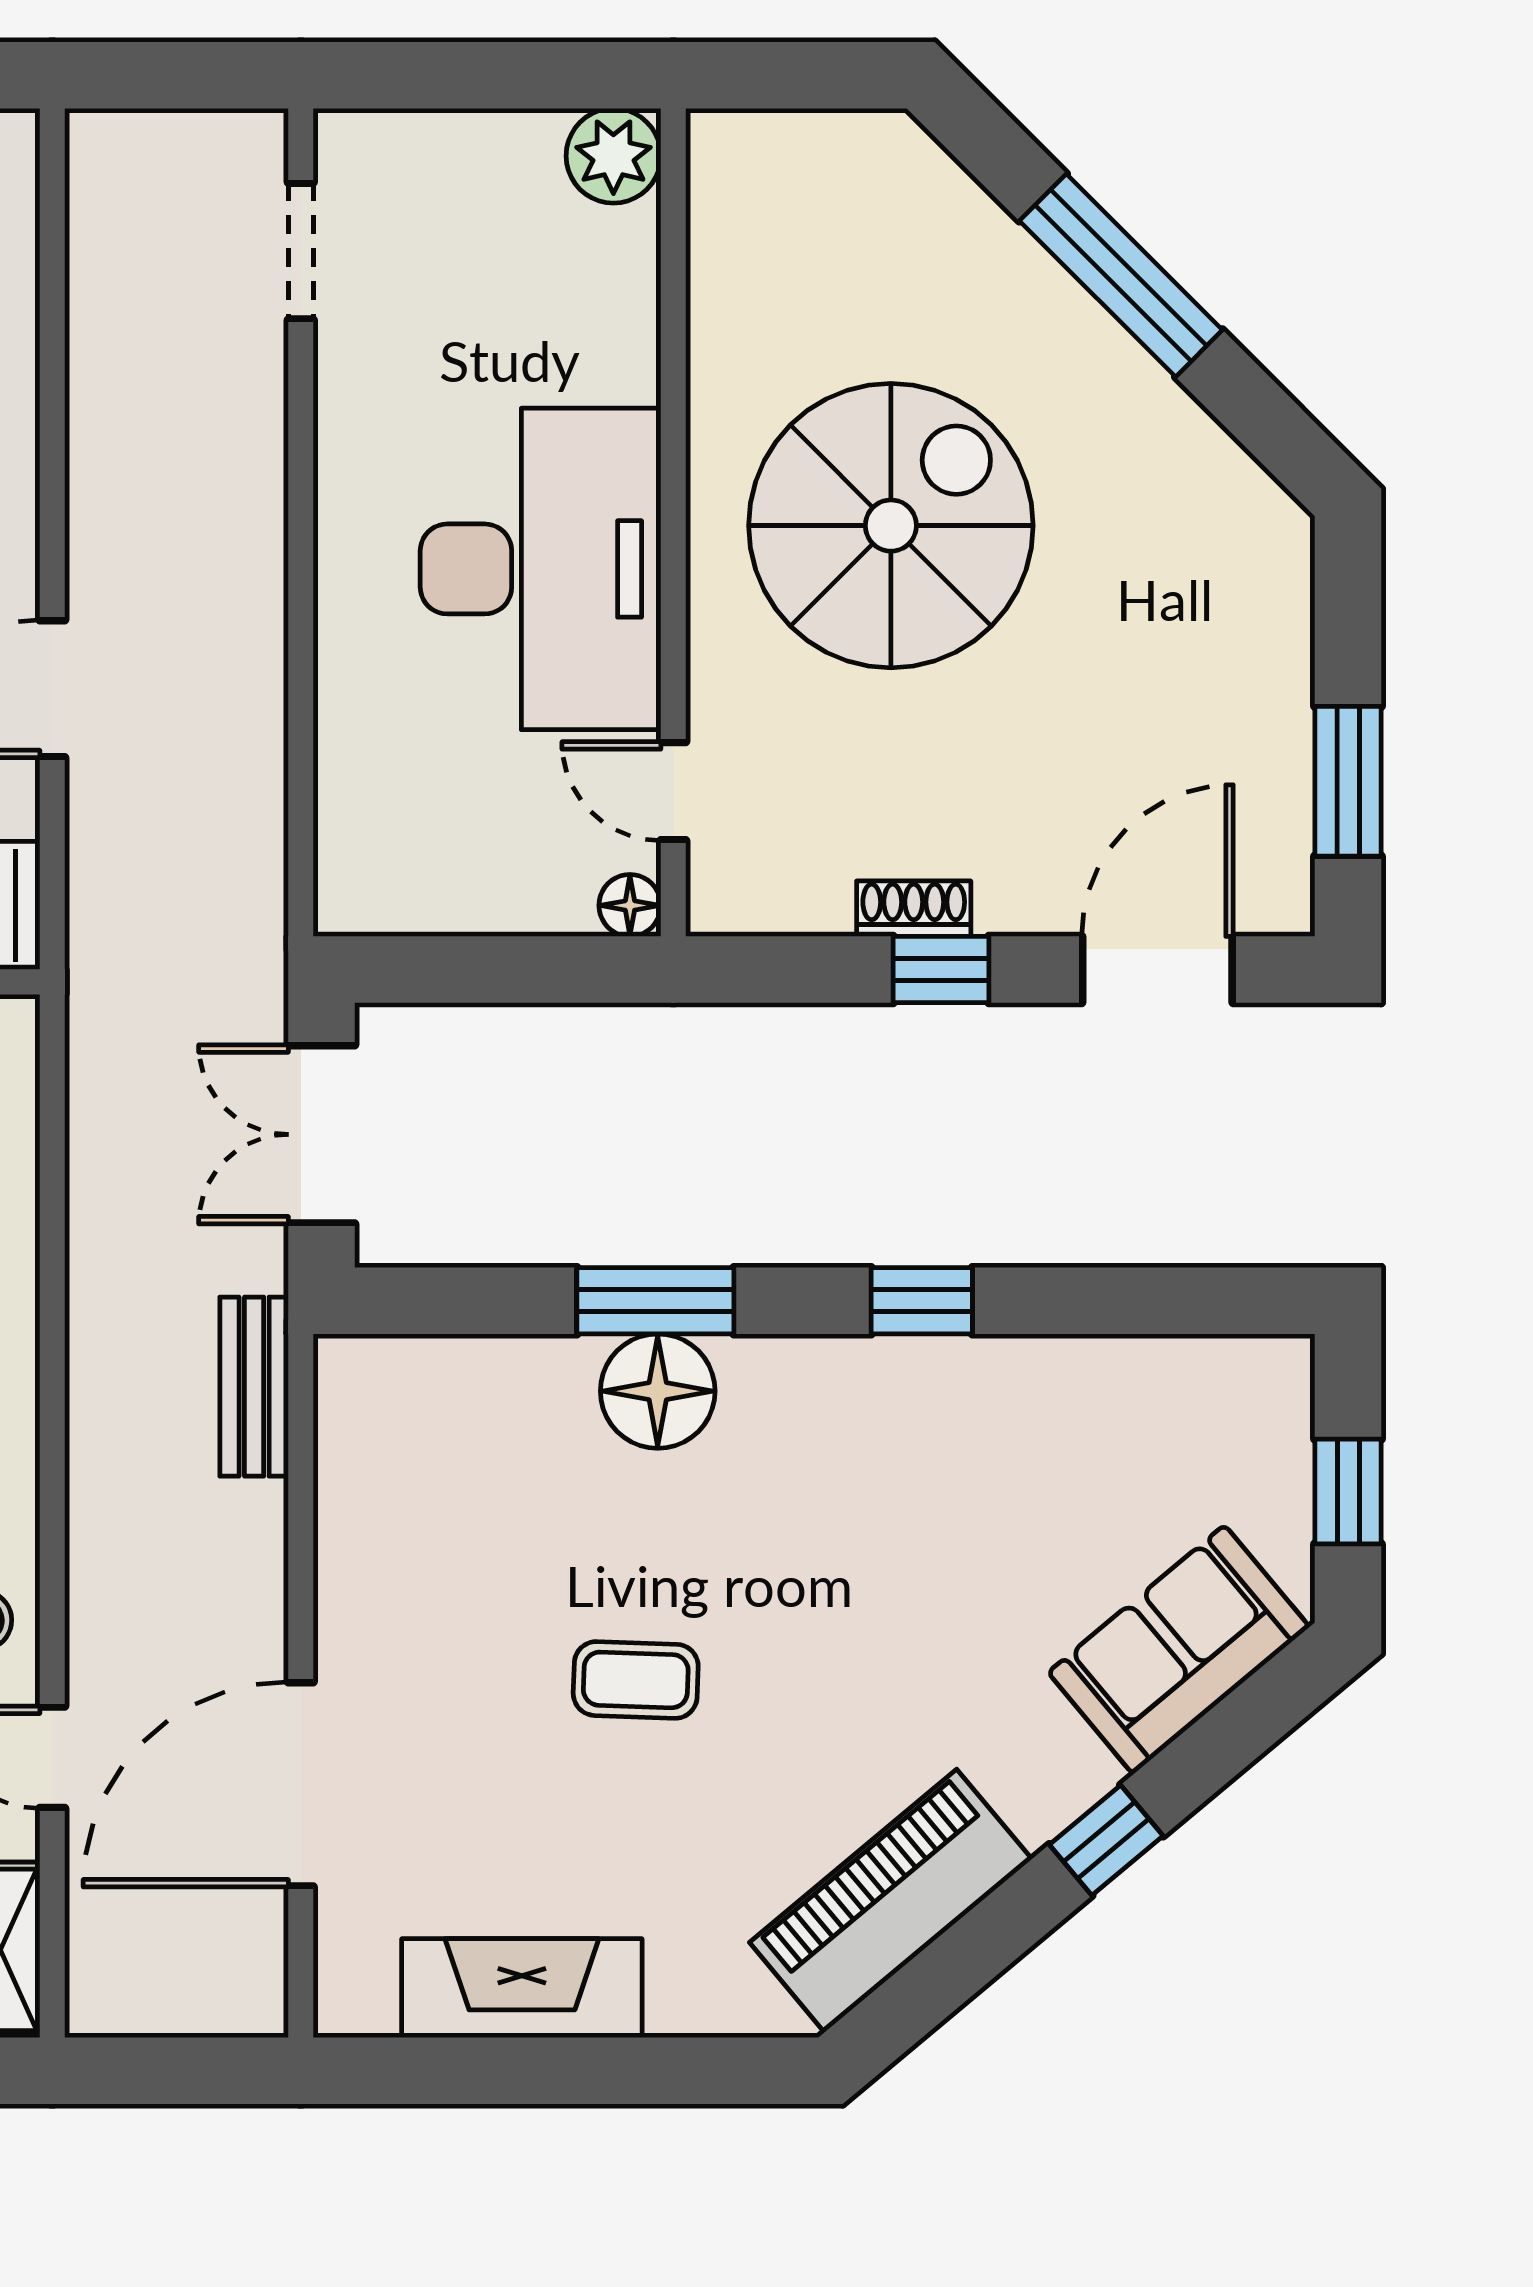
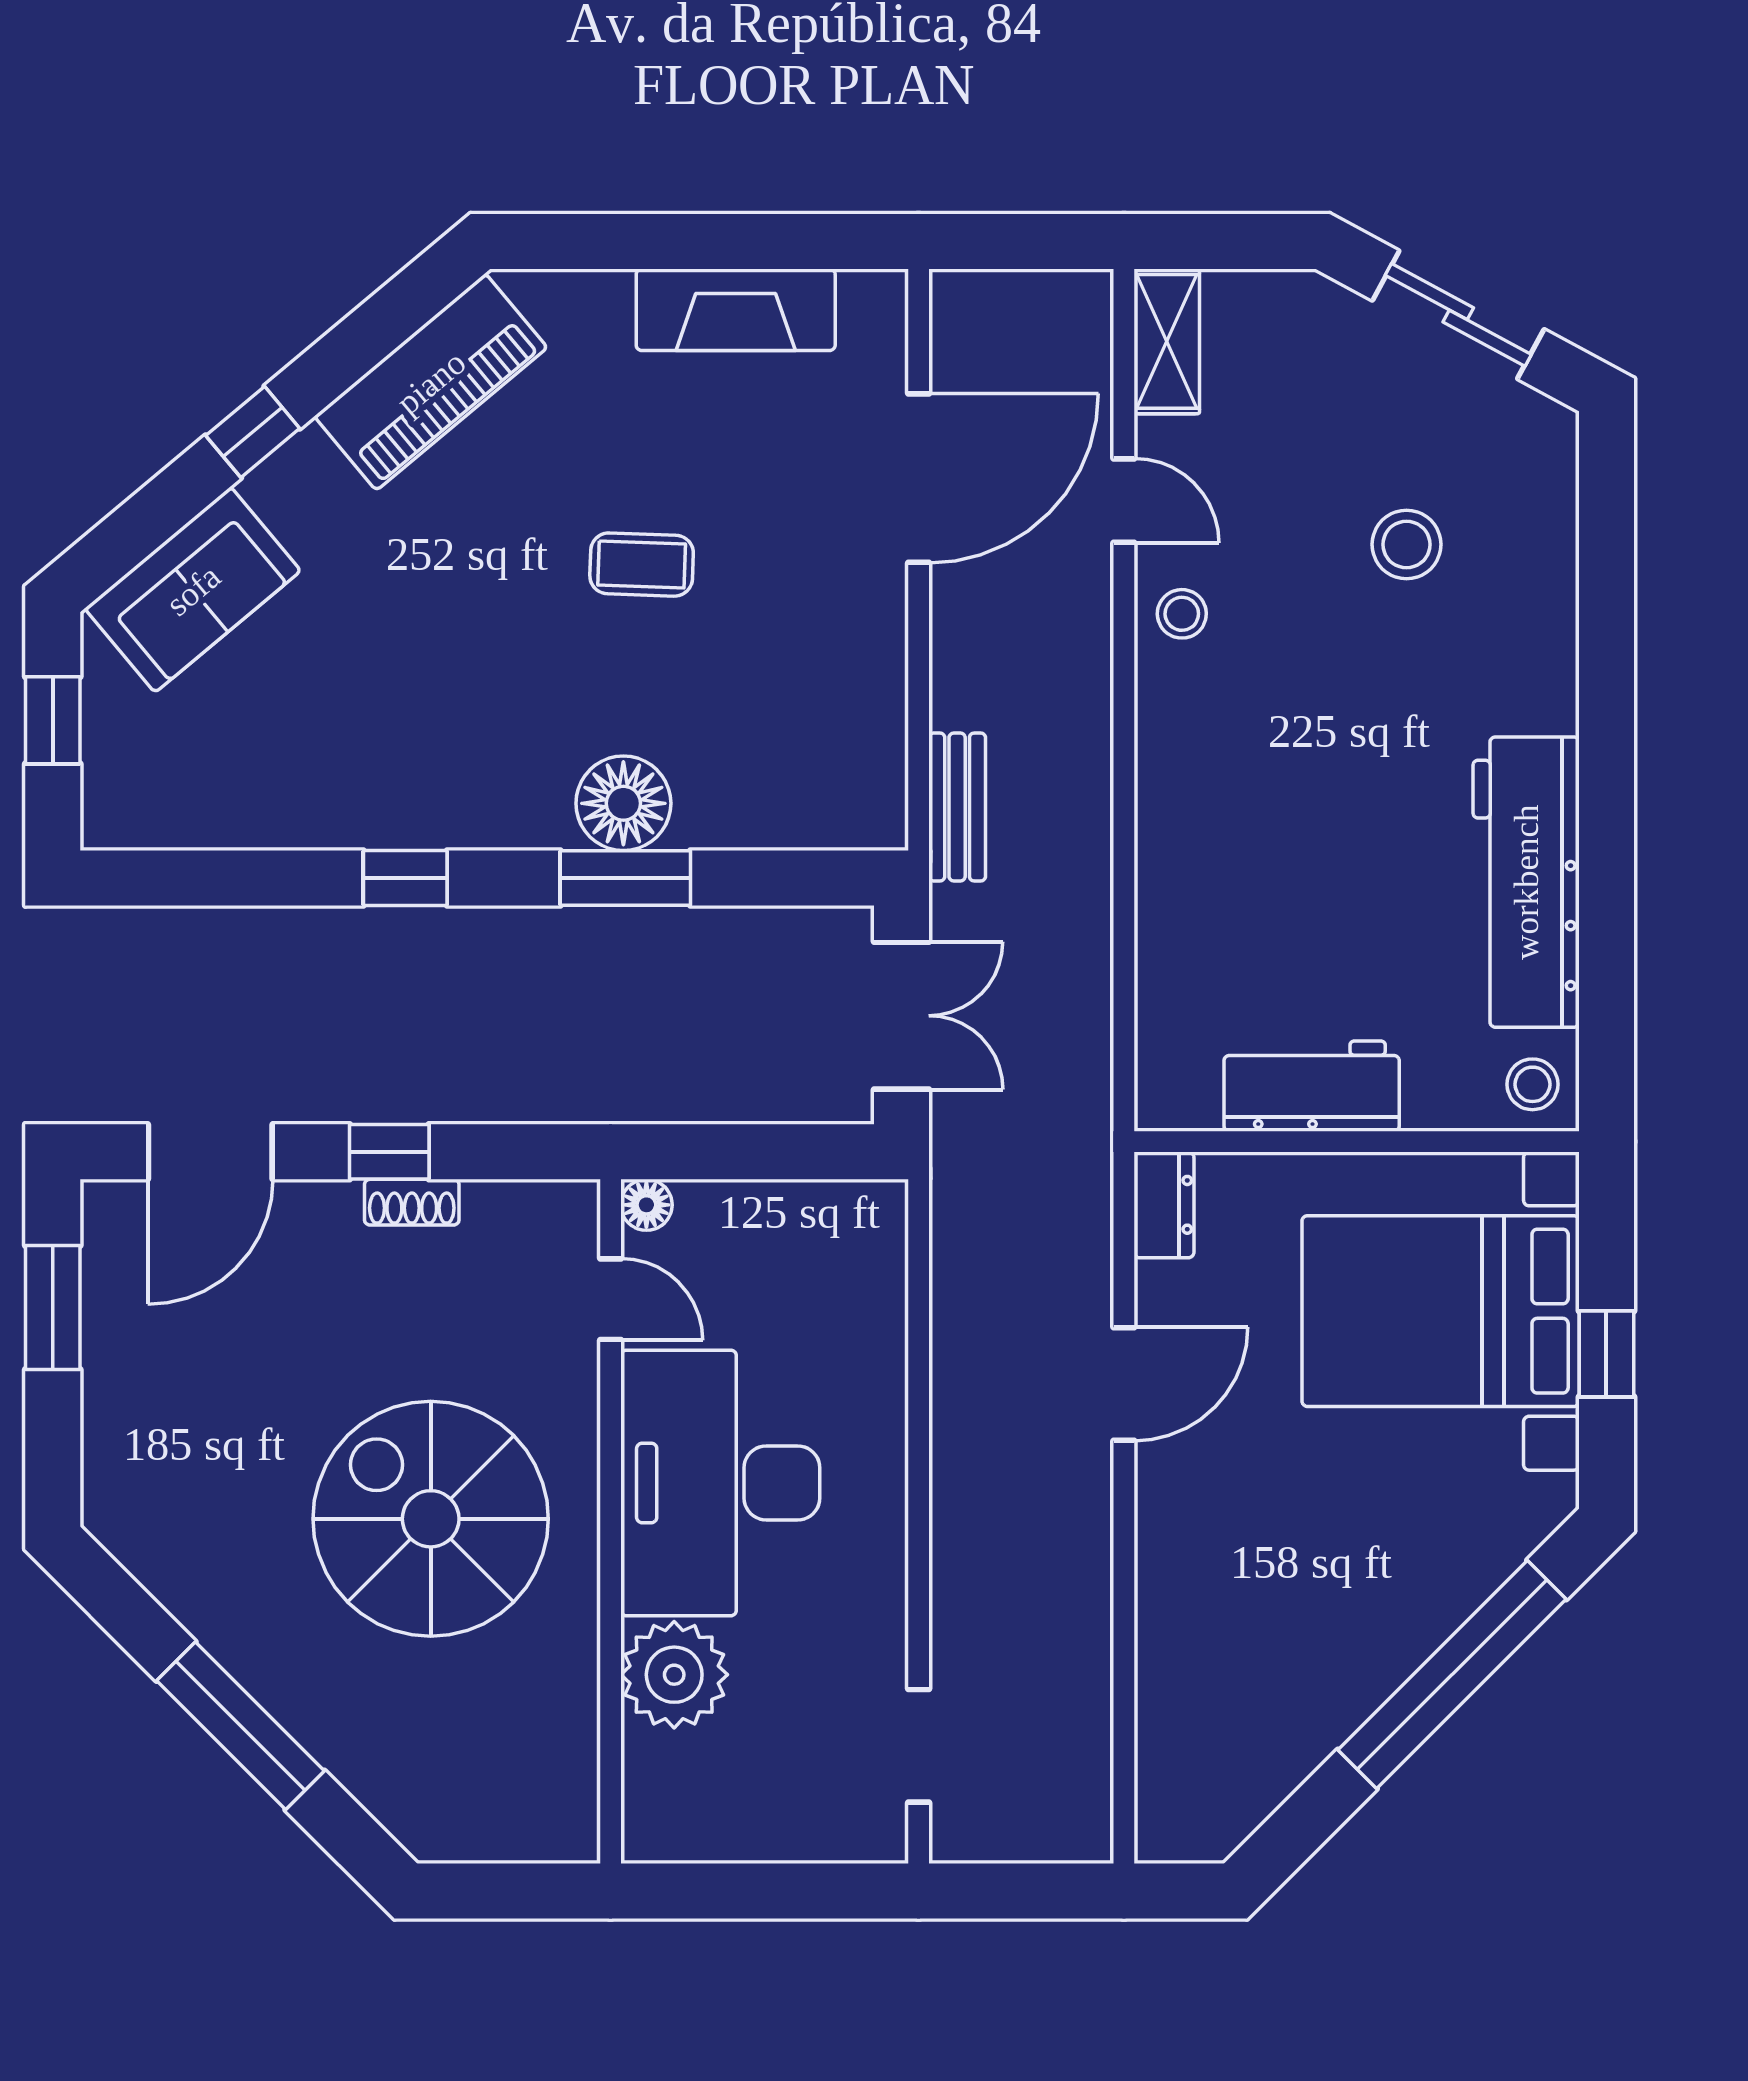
plant: (613, 156) -> (674, 1675), moved, width x1.36, depth x1.36
spiral stairs: (891, 526) -> (431, 1519), turned 90

